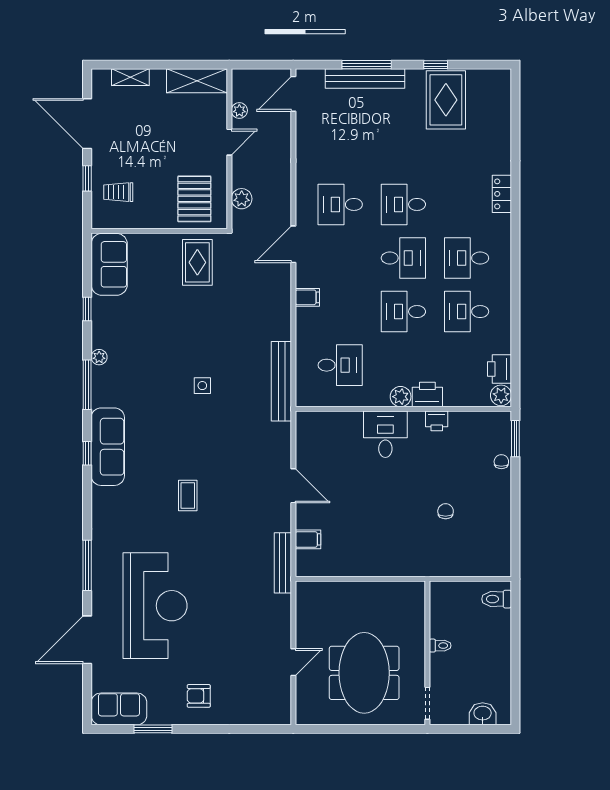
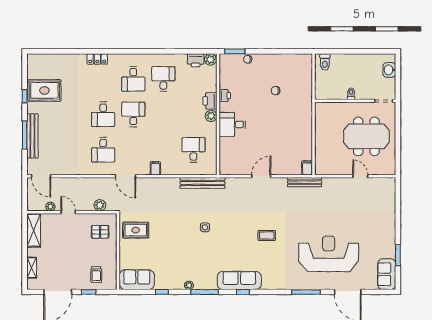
pallet: (194, 199) -> (100, 232), width x0.67, depth x0.71
desk: (403, 312) -> (163, 114), removed
desk: (467, 312) -> (163, 79), turned 180
filing cabinet: (308, 539) -> (307, 168), moved
armchair: (199, 696) -> (379, 229), removed

